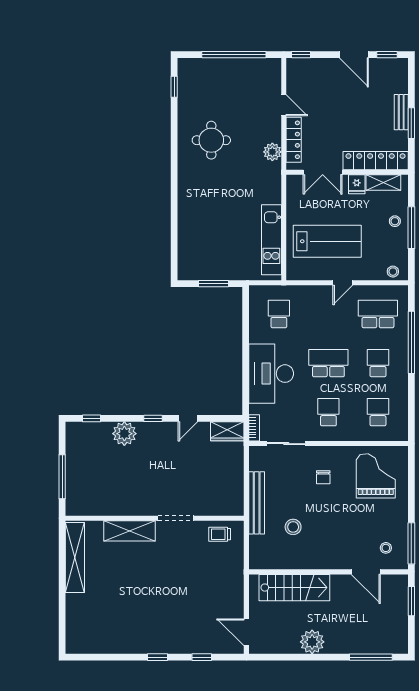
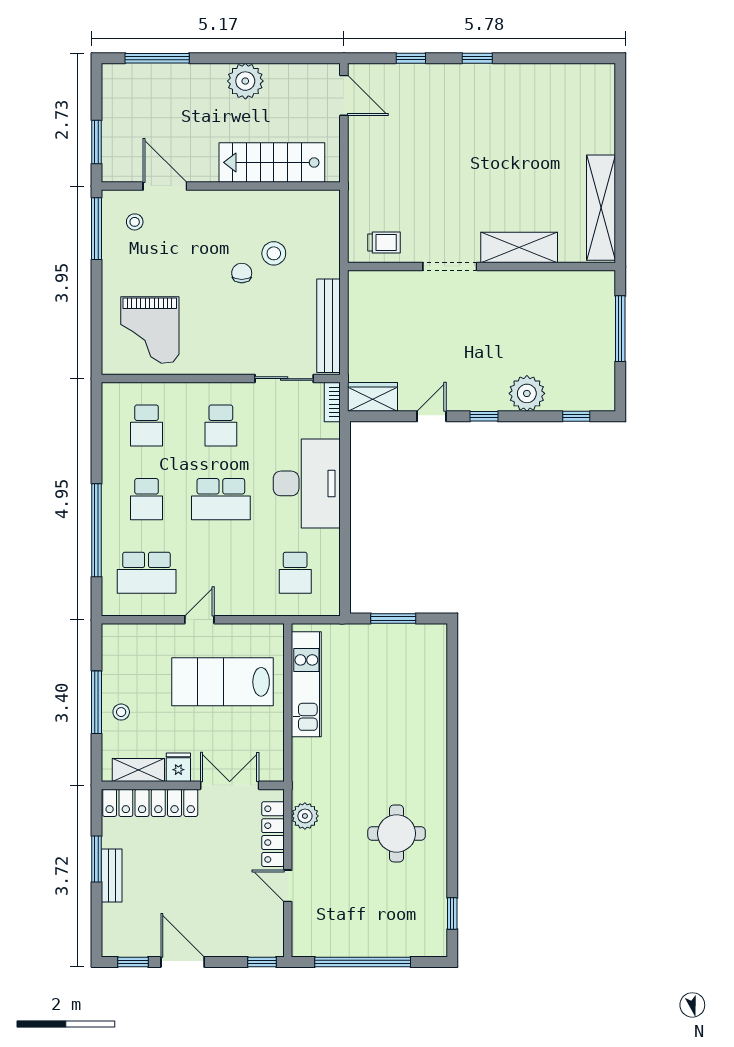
stool: (393, 272) -> (124, 636), removed
chair: (323, 477) -> (242, 273), moved
bench: (257, 503) -> (329, 326), moved

